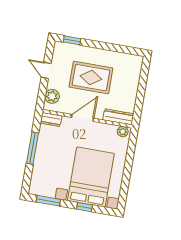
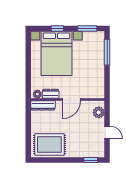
rug: (91, 78) -> (49, 145), moved
dresser: (51, 119) -> (51, 94), moved
window: (33, 148) -> (107, 52), moved

